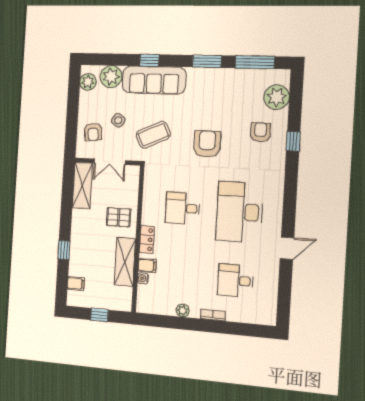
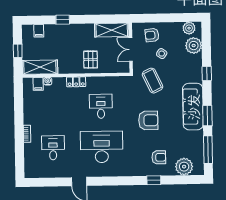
sofa: (154, 80) -> (193, 107), moved
shelving: (125, 262) -> (40, 67), moved
filing cabinet: (147, 265) -> (38, 84), moved
plant: (183, 310) -> (28, 112), removed

